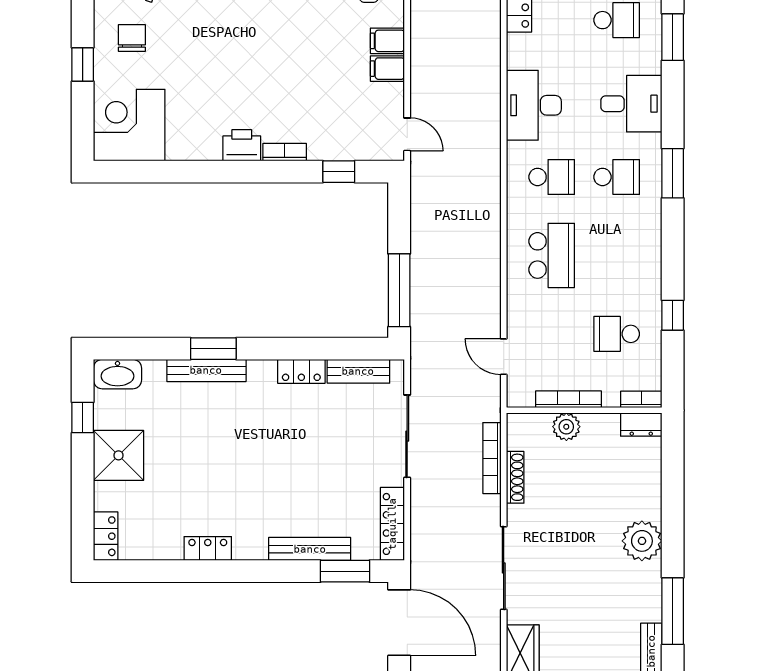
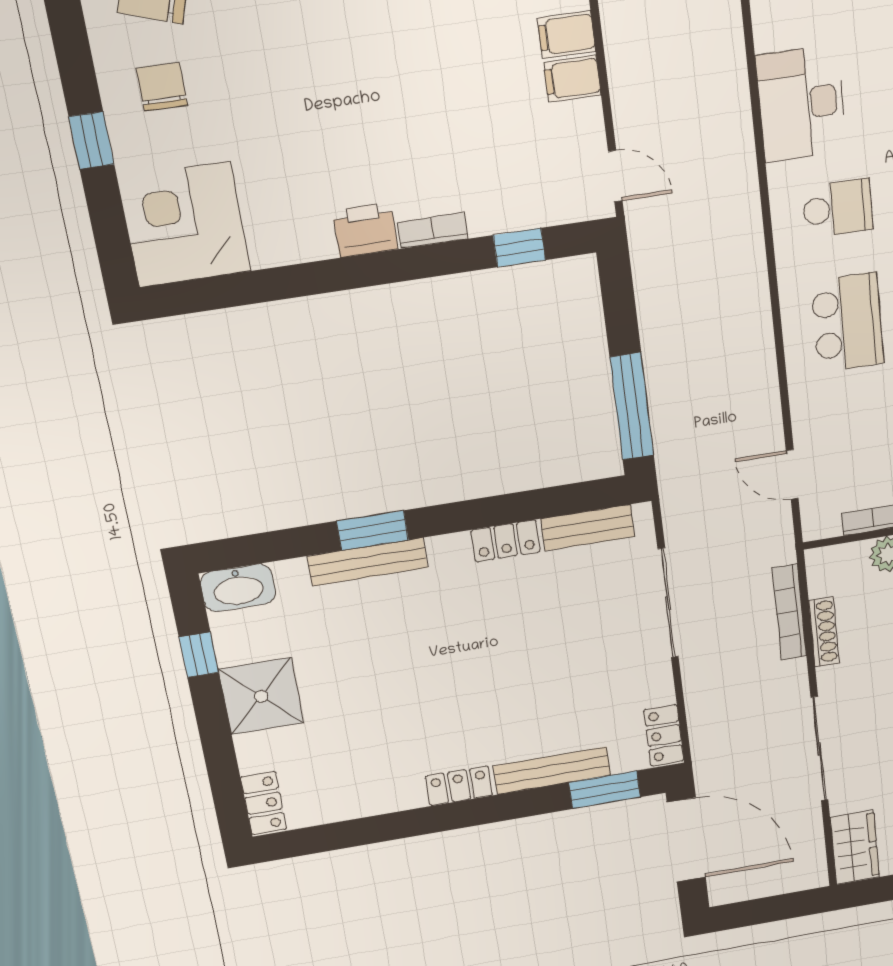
locker: (392, 524) -> (664, 736), width x0.66
locker: (208, 548) -> (459, 786), moved

